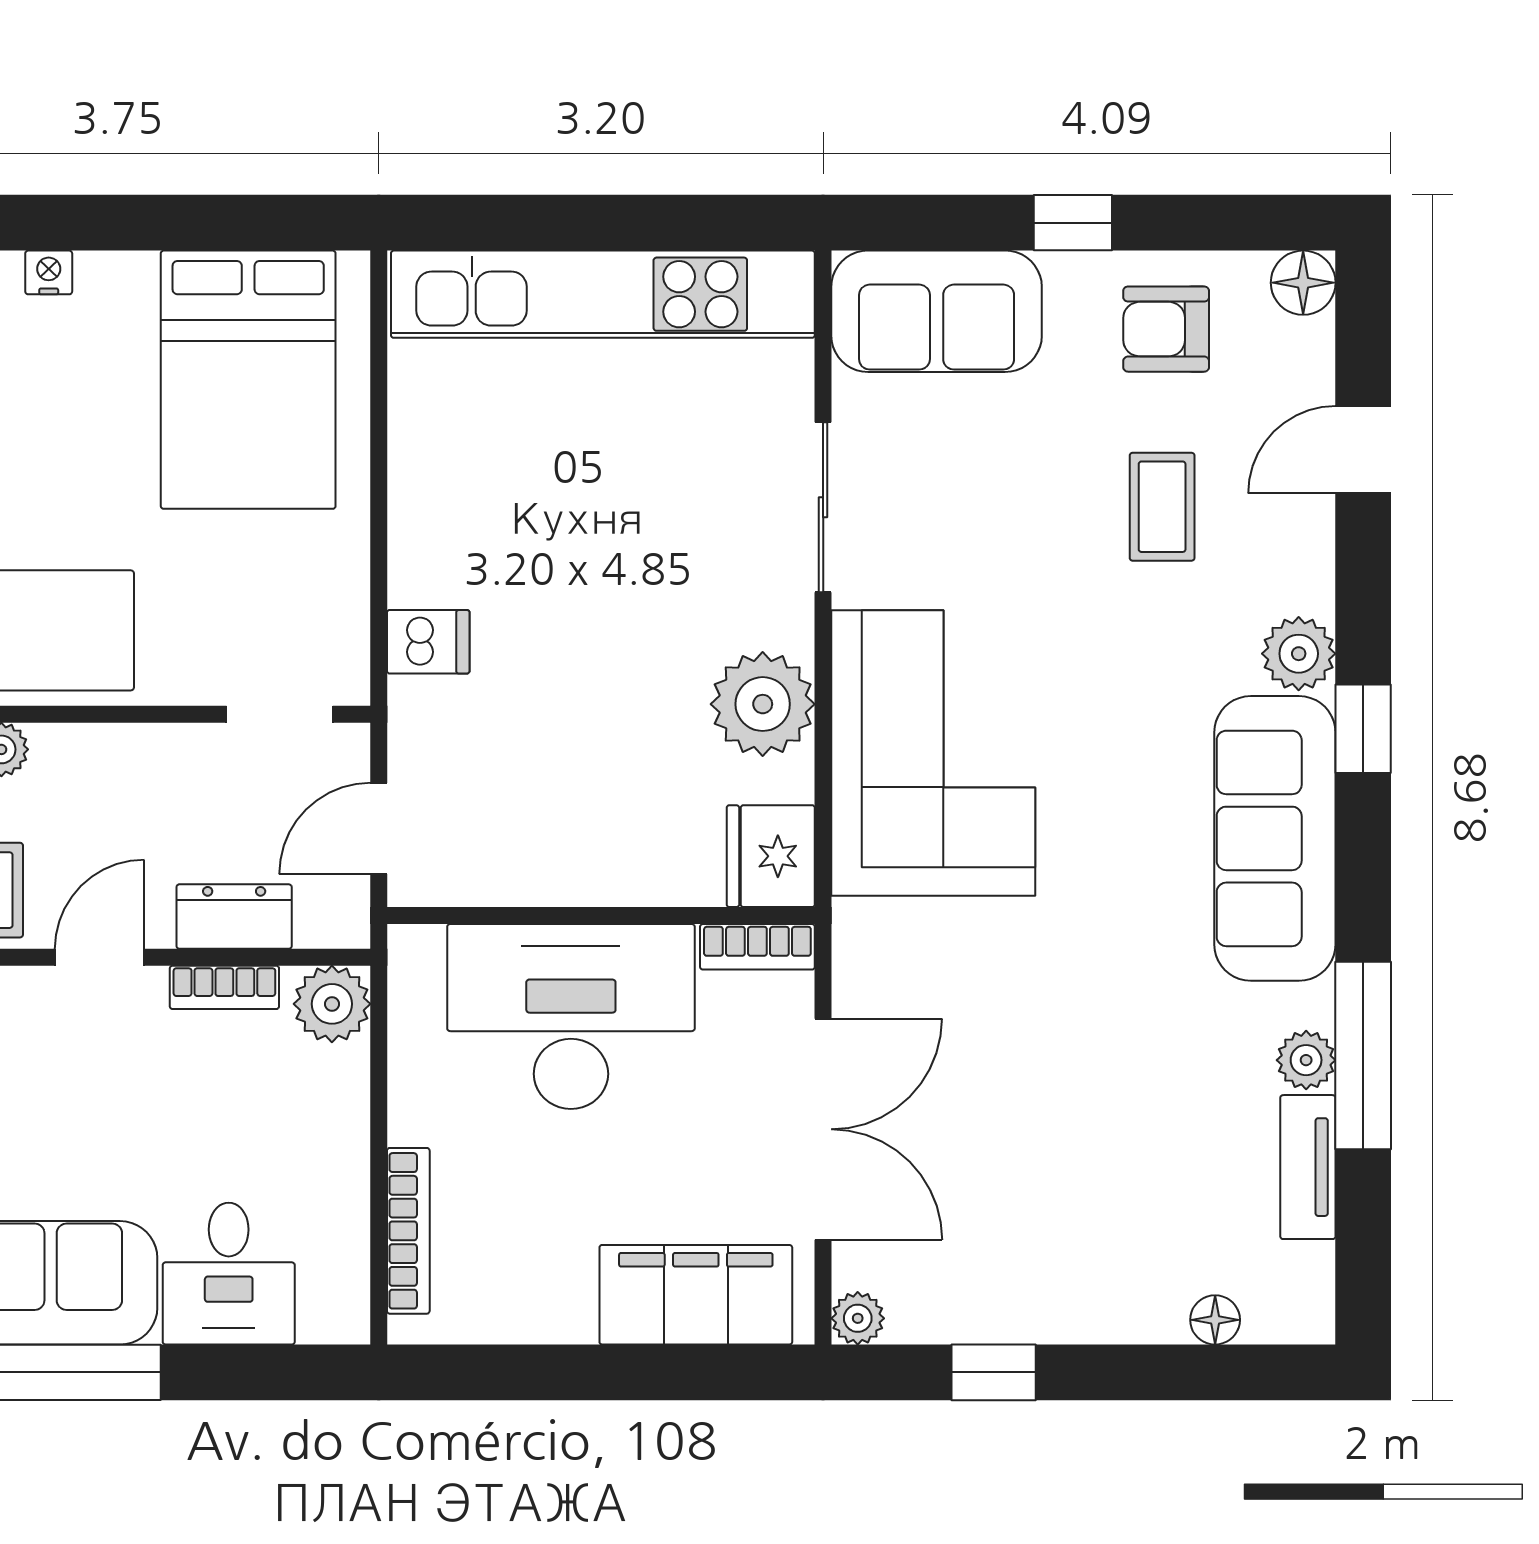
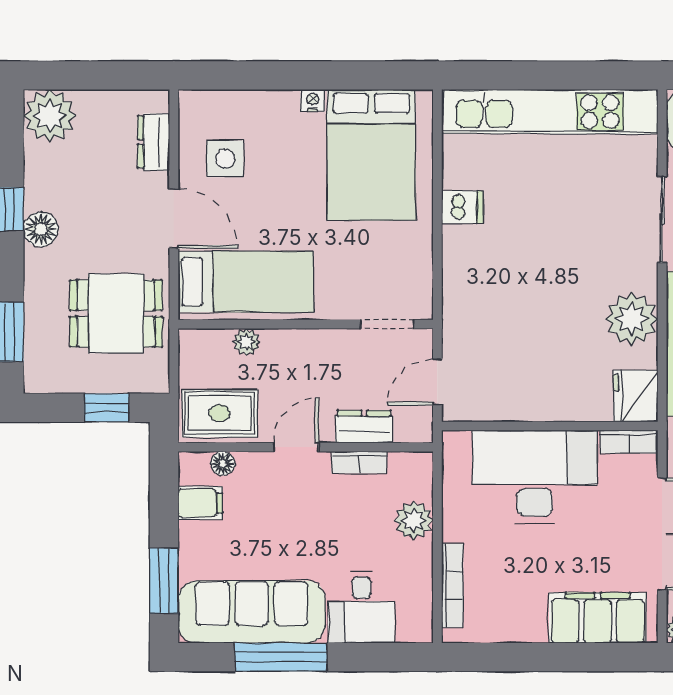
nightstand: (49, 272) -> (313, 101), moved
dishwasher: (428, 642) -> (462, 207), moved
plant: (332, 1004) -> (414, 520), moved

